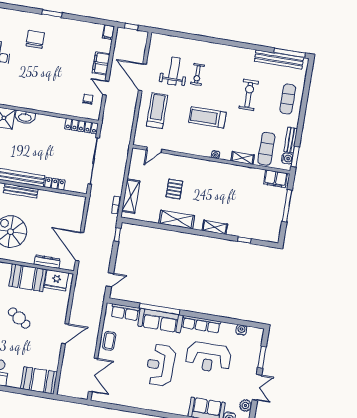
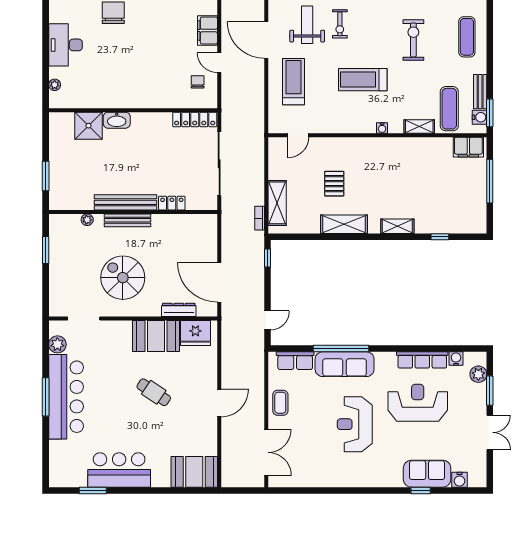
row of seats: (201, 324) -> (422, 360), moved
reception desk: (208, 357) -> (418, 403), turned 180
plant: (245, 406) -> (478, 374), moved

